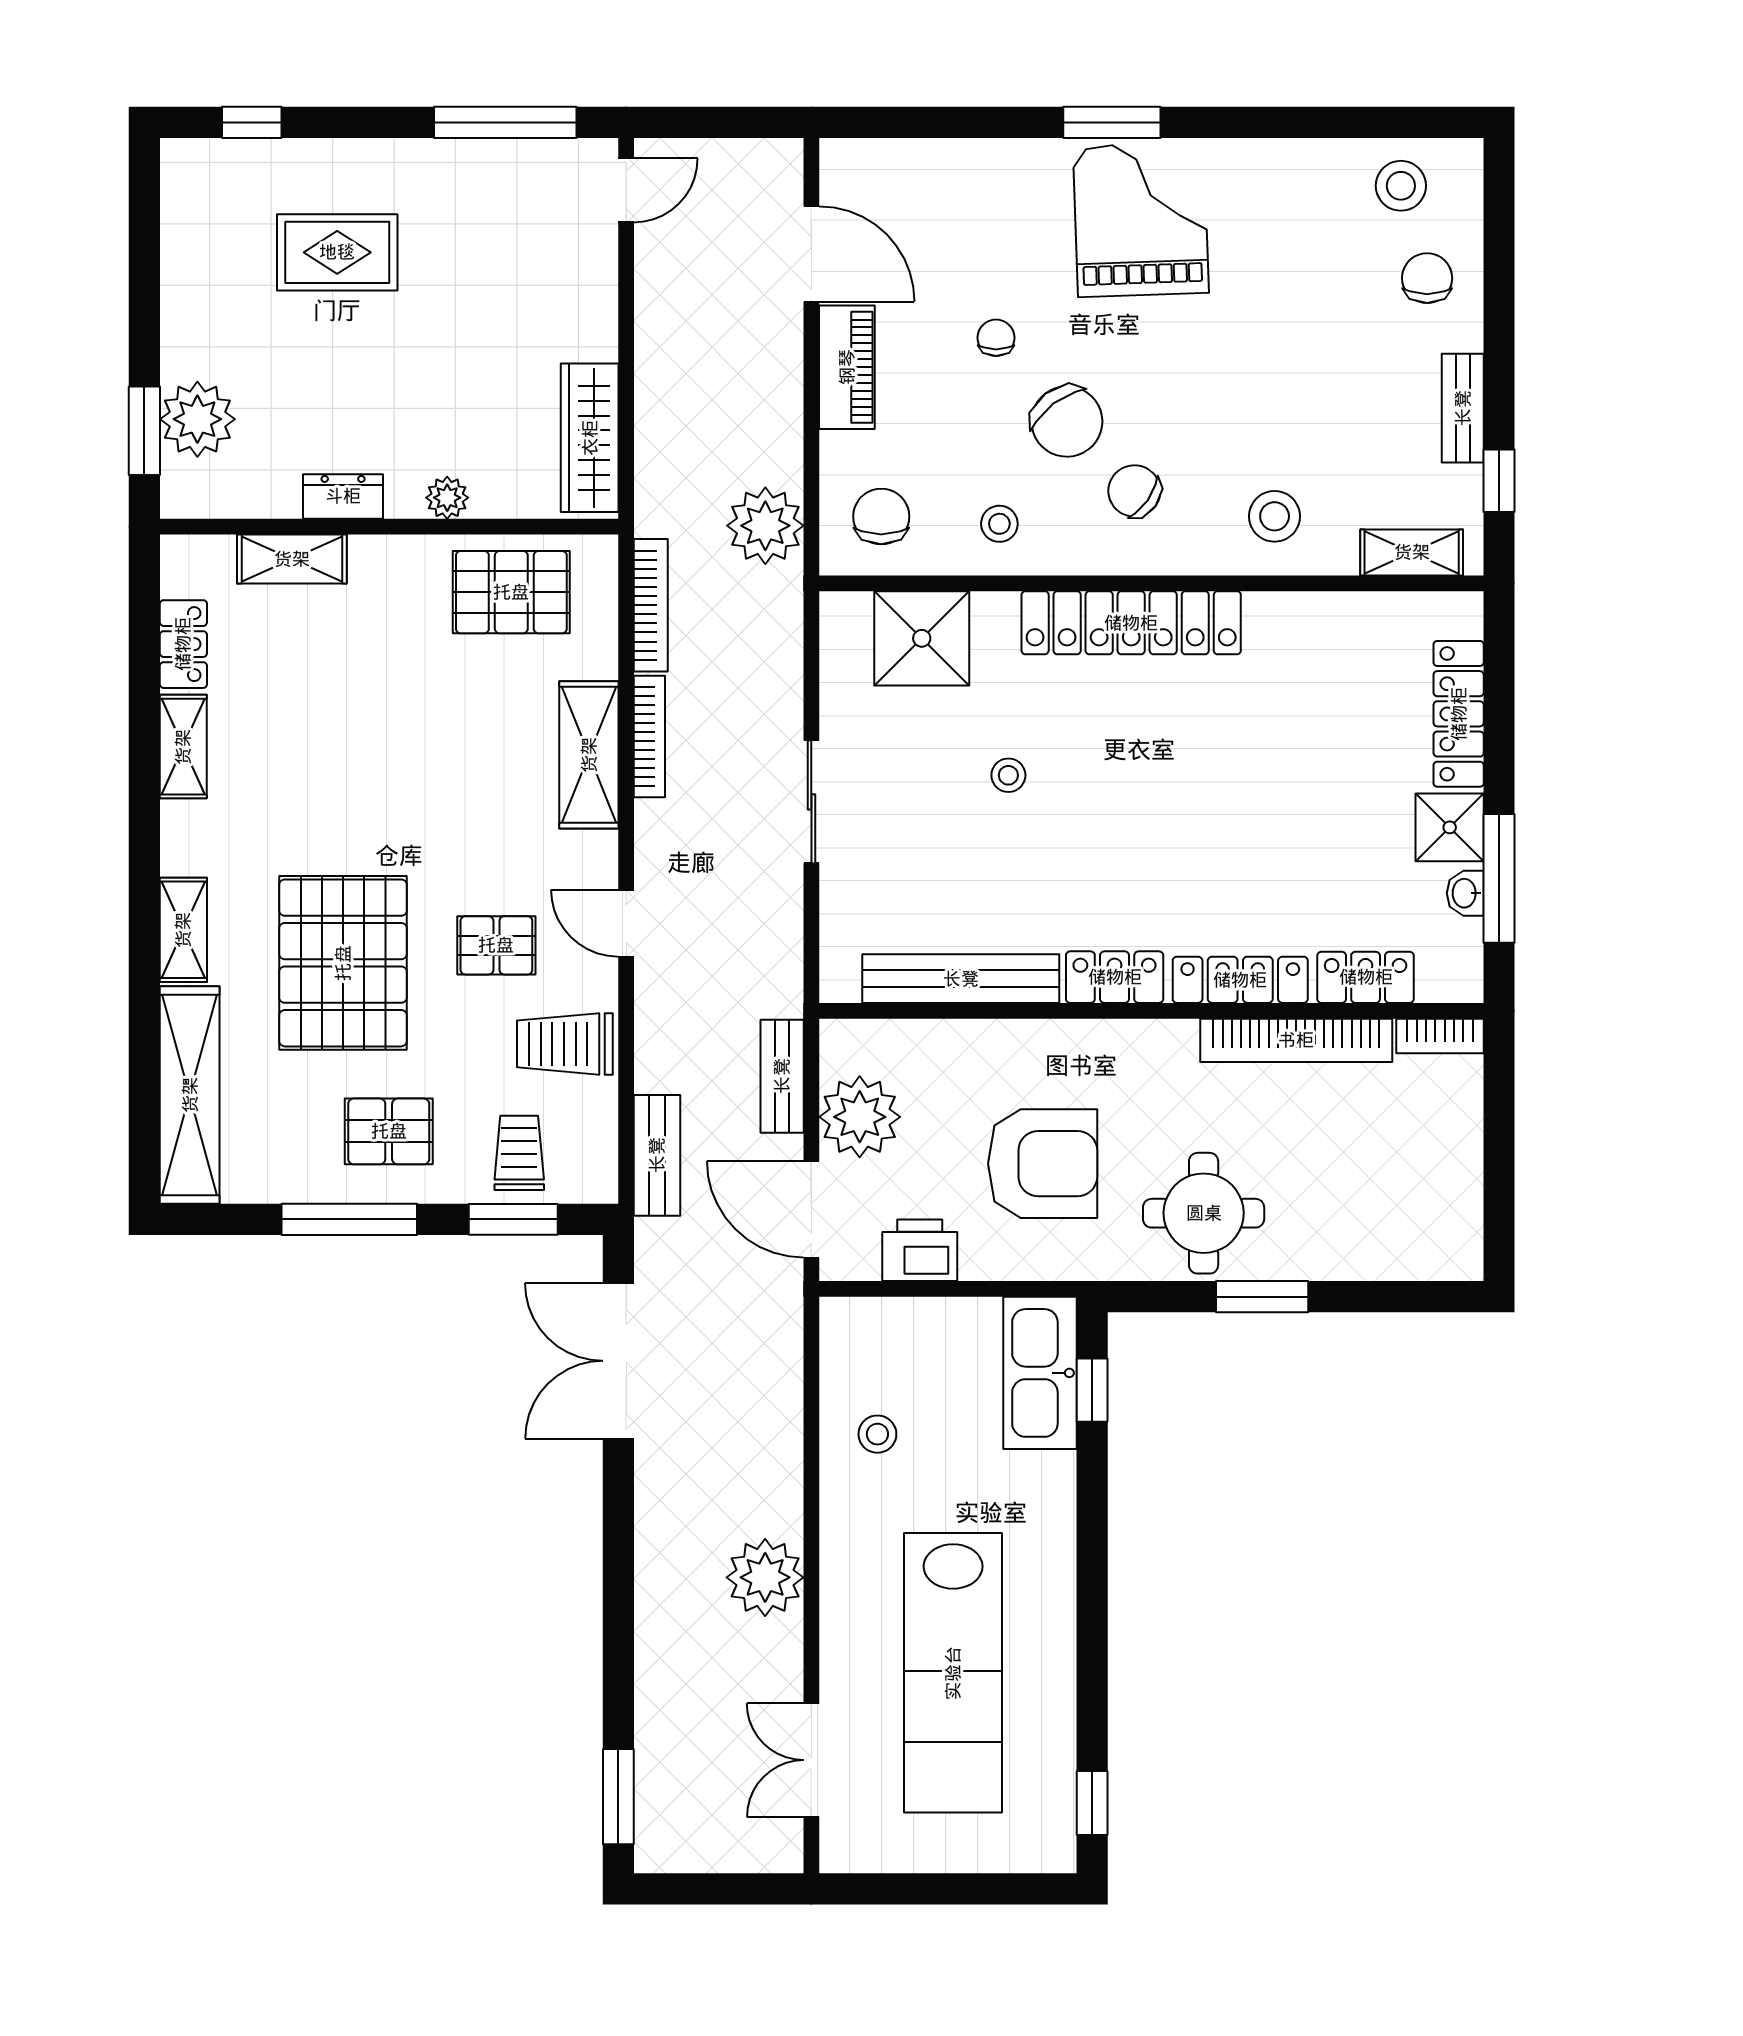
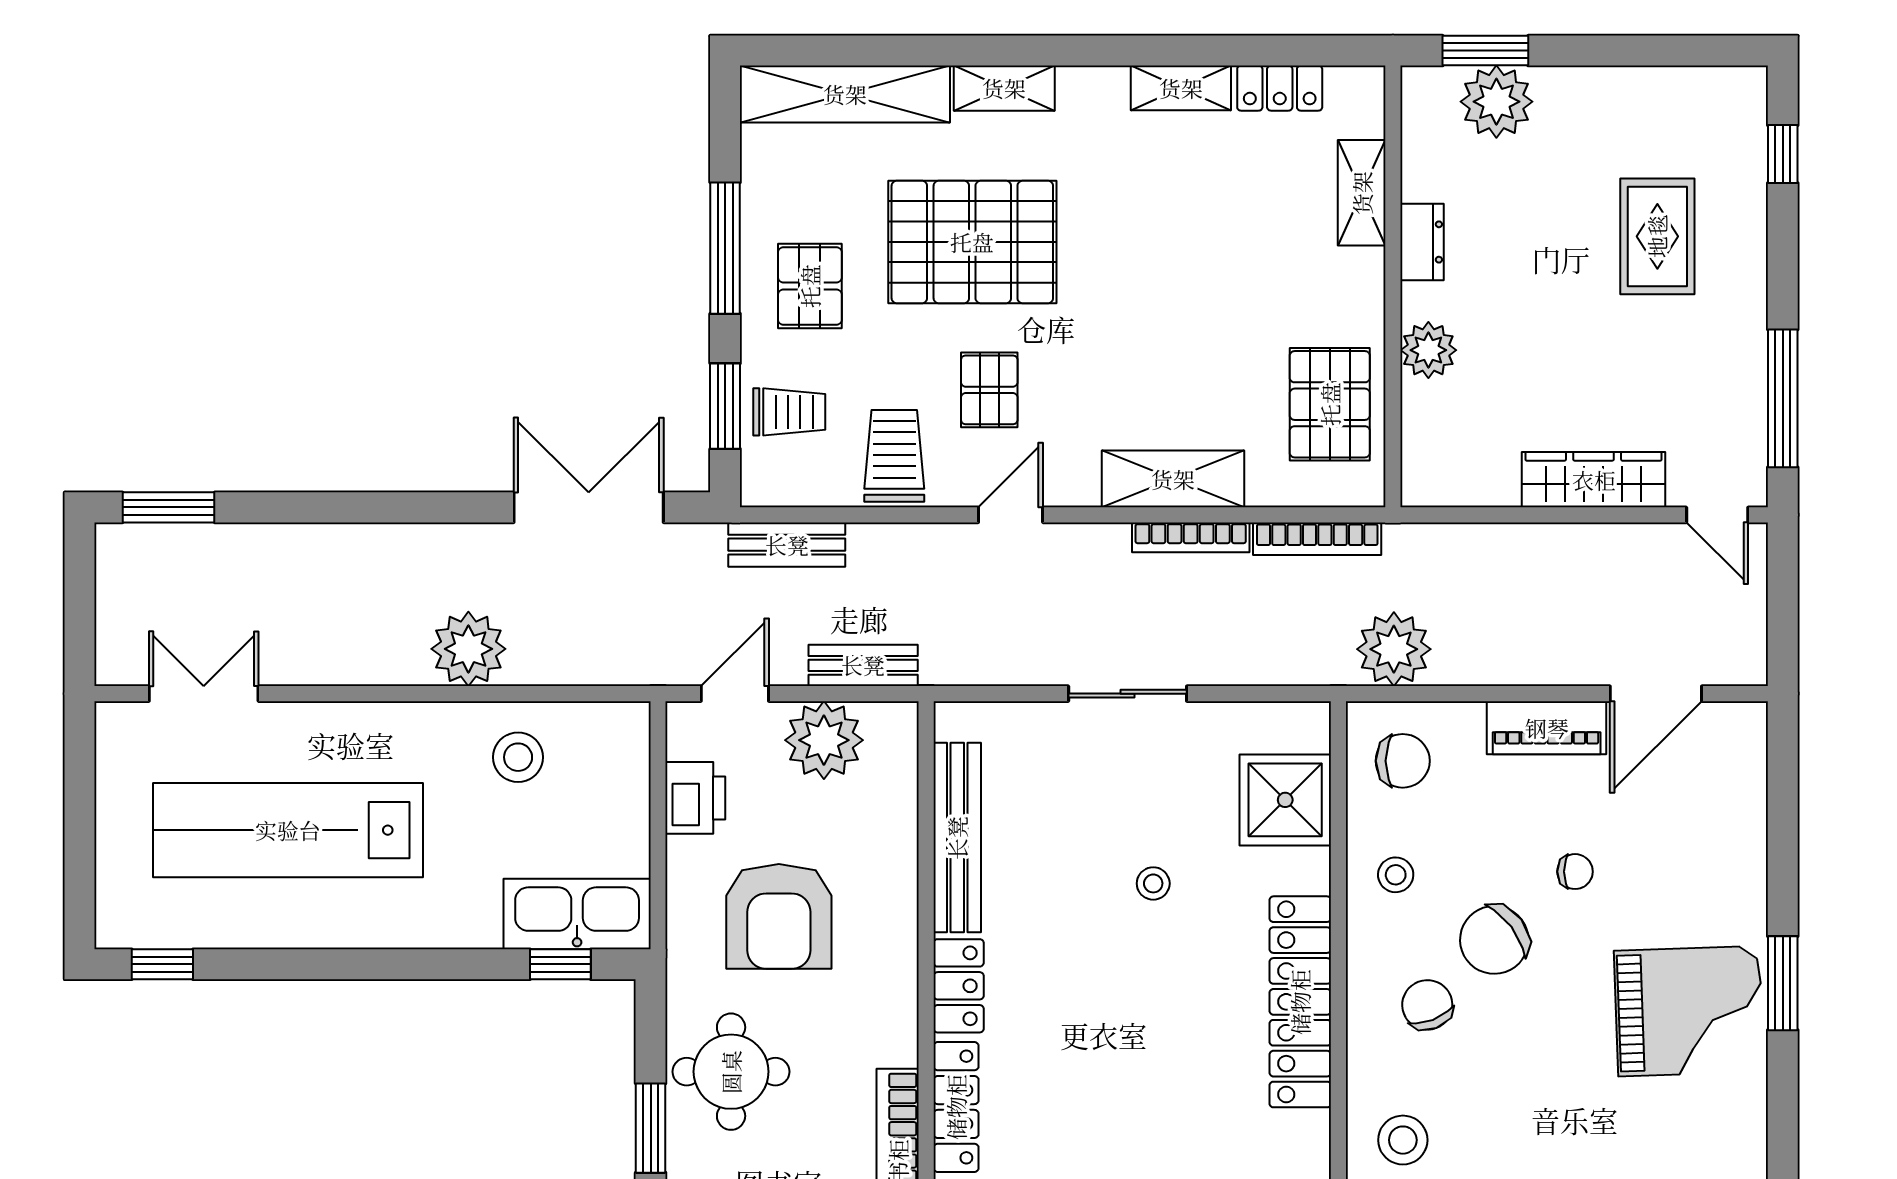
wardrobe: (590, 438) -> (1594, 480), moved
chair: (1134, 491) -> (1427, 1005), turned -56
plant: (447, 498) -> (1428, 350), width x1.38, depth x1.38
door: (811, 1209) -> (735, 694), width x0.73
stool: (877, 1434) -> (518, 757), width x1.37, depth x1.37
plant: (765, 1577) -> (468, 649), moved

